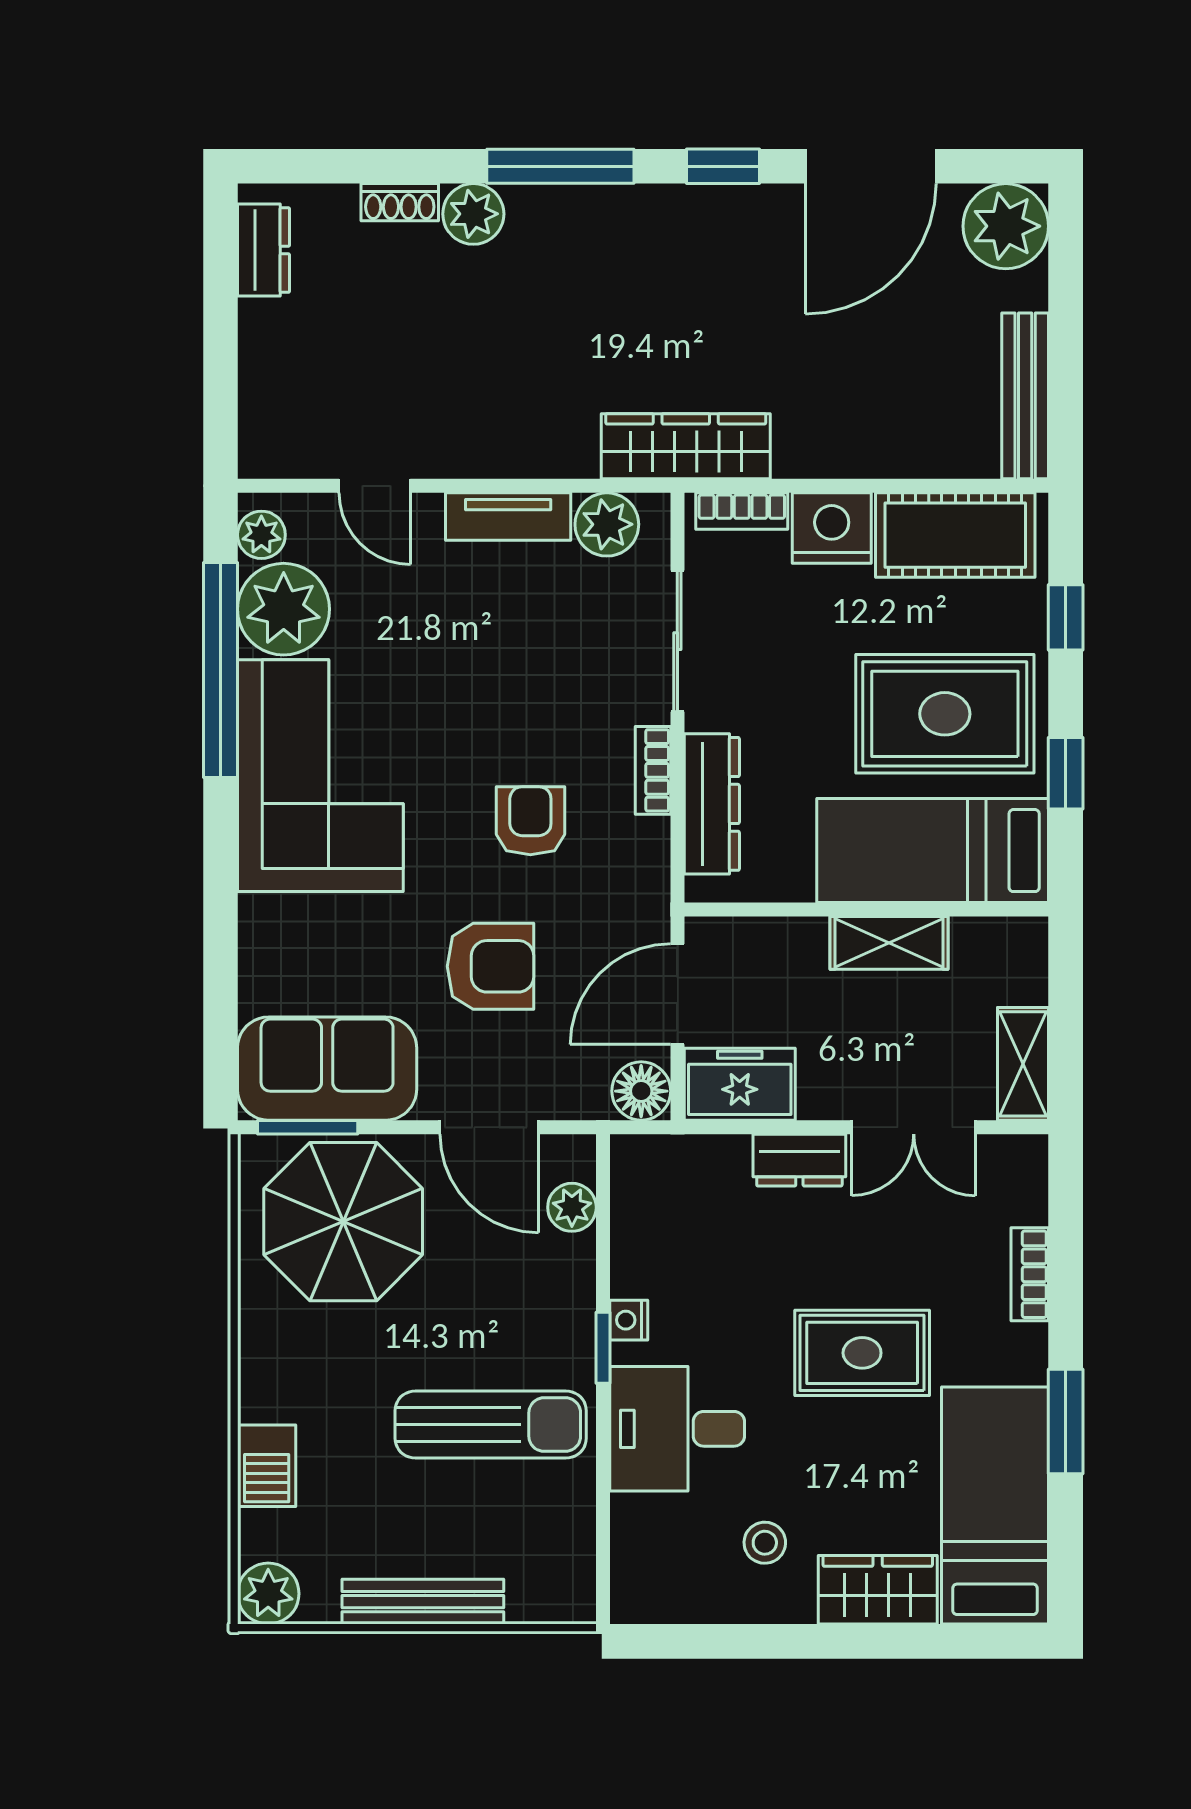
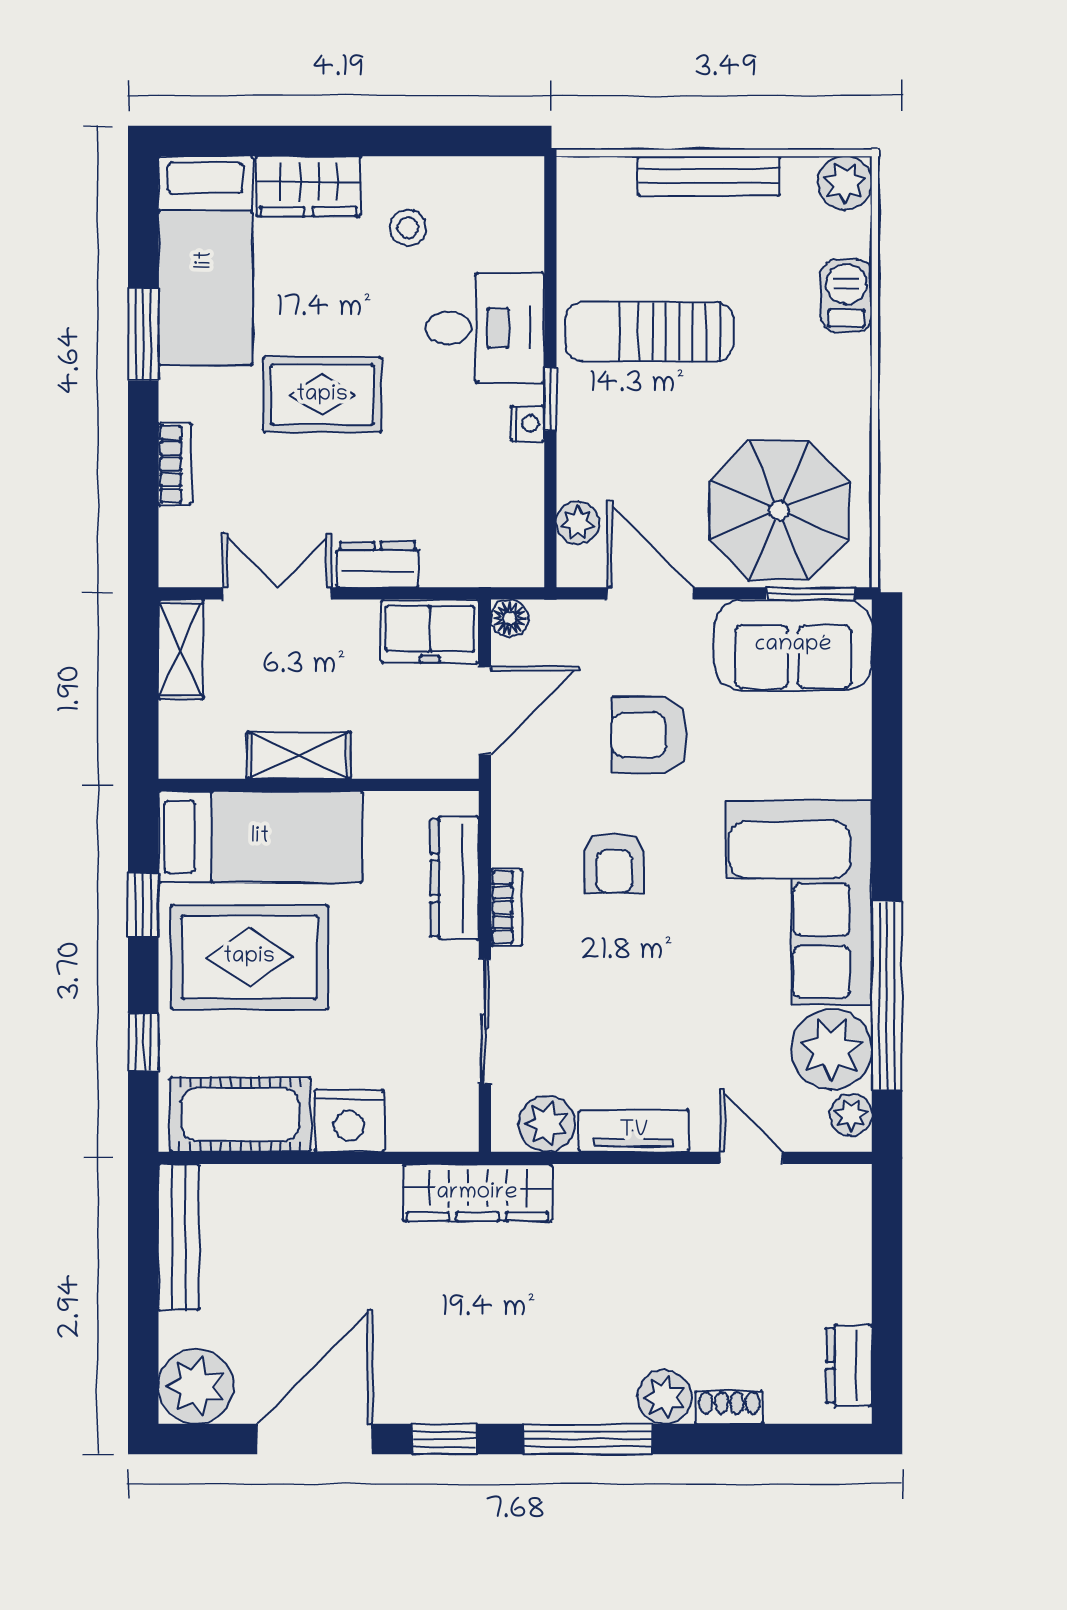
bookcase: (742, 511) -> (428, 1136), removed
floor lamp: (641, 1091) -> (510, 618), width x0.73, depth x0.73

